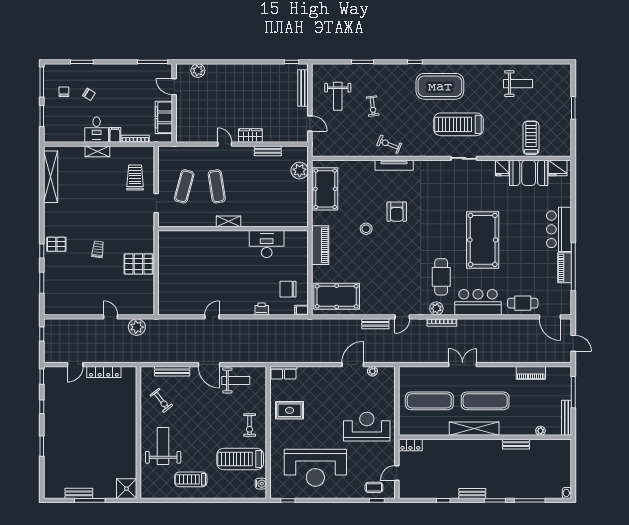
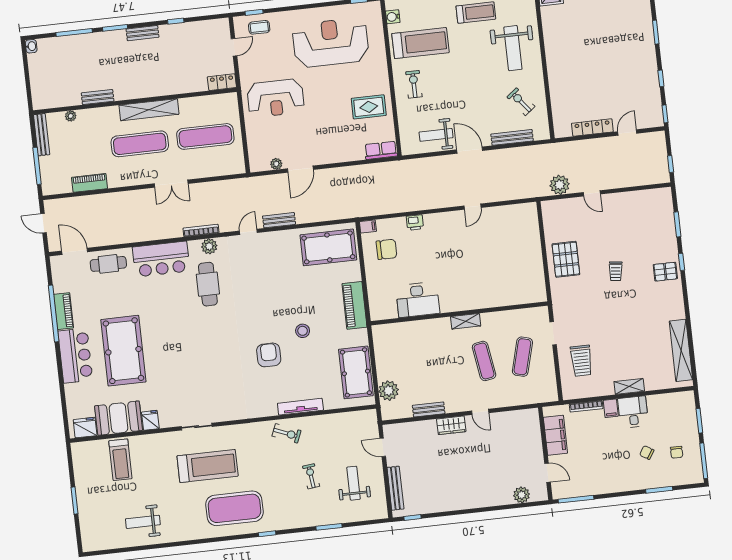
tv unit: (394, 165) -> (300, 407), moved
pool table: (483, 240) -> (123, 351), moved
pallet: (138, 264) -> (566, 259), turned 90

